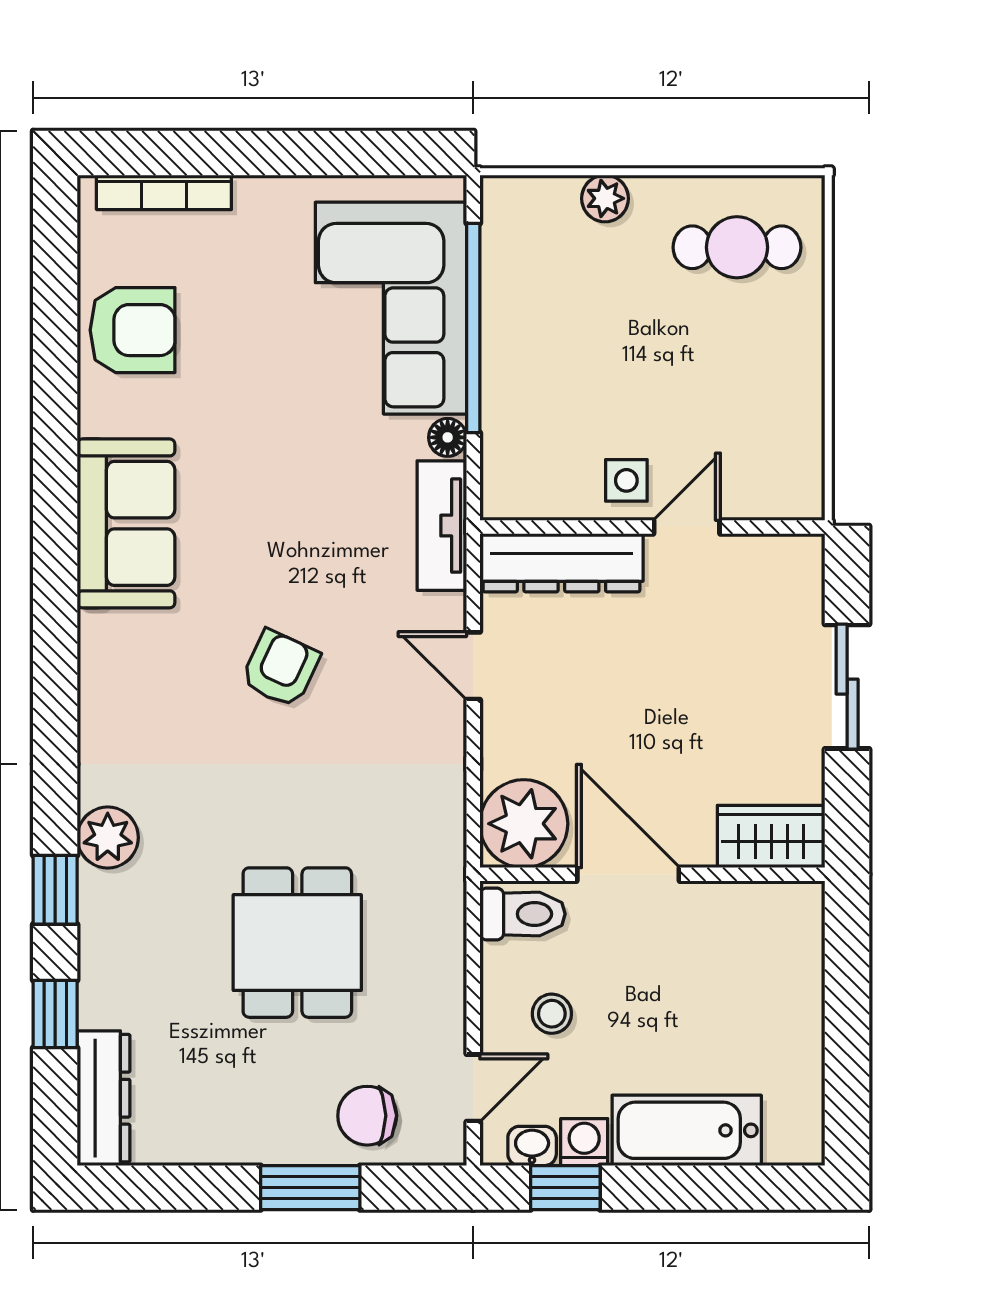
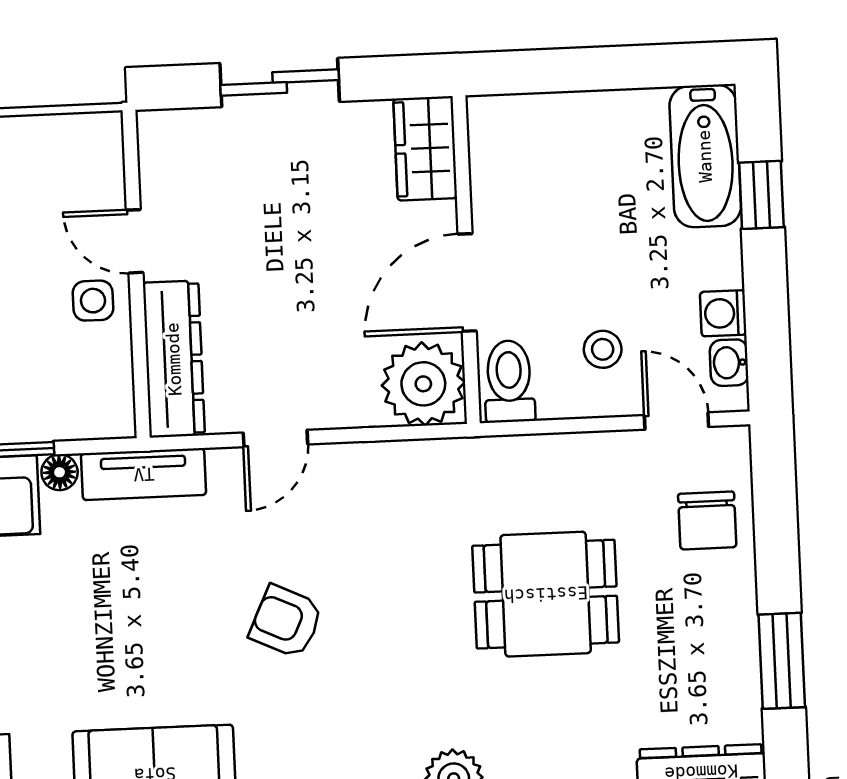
bathtub: (687, 1130) -> (705, 156), moved
window: (310, 1188) -> (782, 661), moved
window: (565, 1188) -> (761, 195), moved

